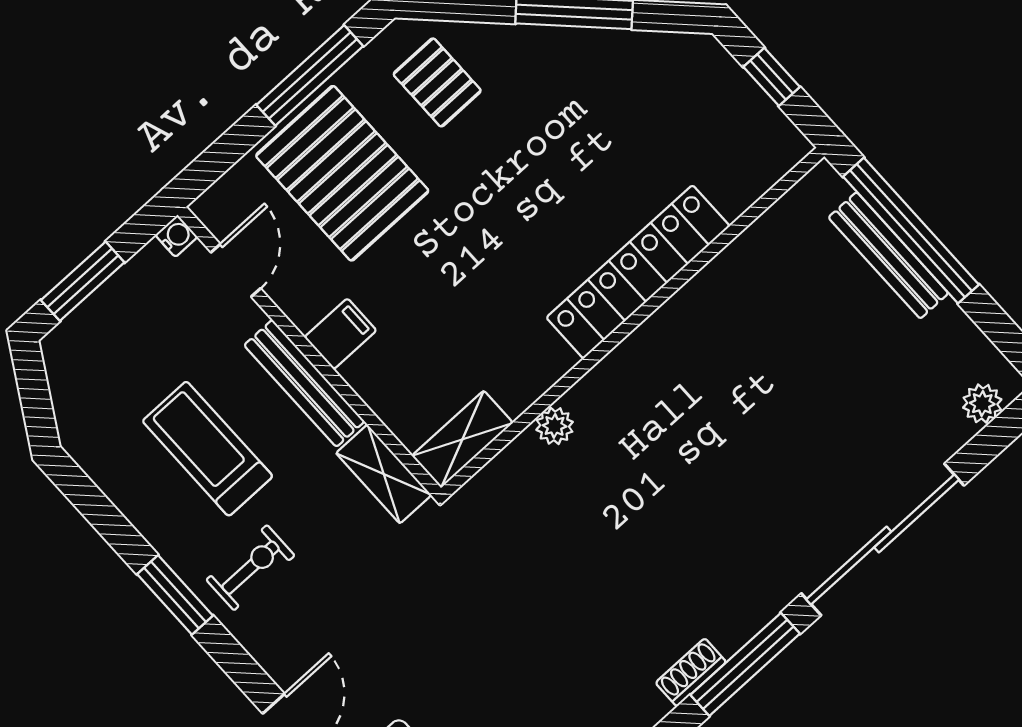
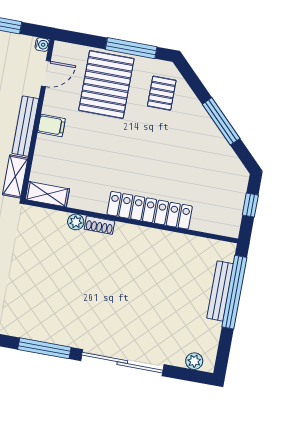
shoe rack: (691, 672) -> (99, 225), moved, turned 180

